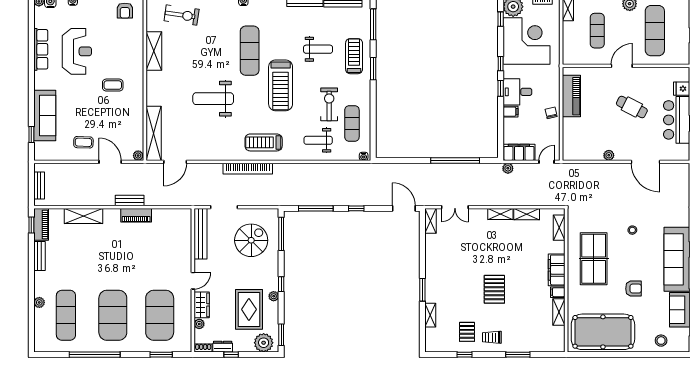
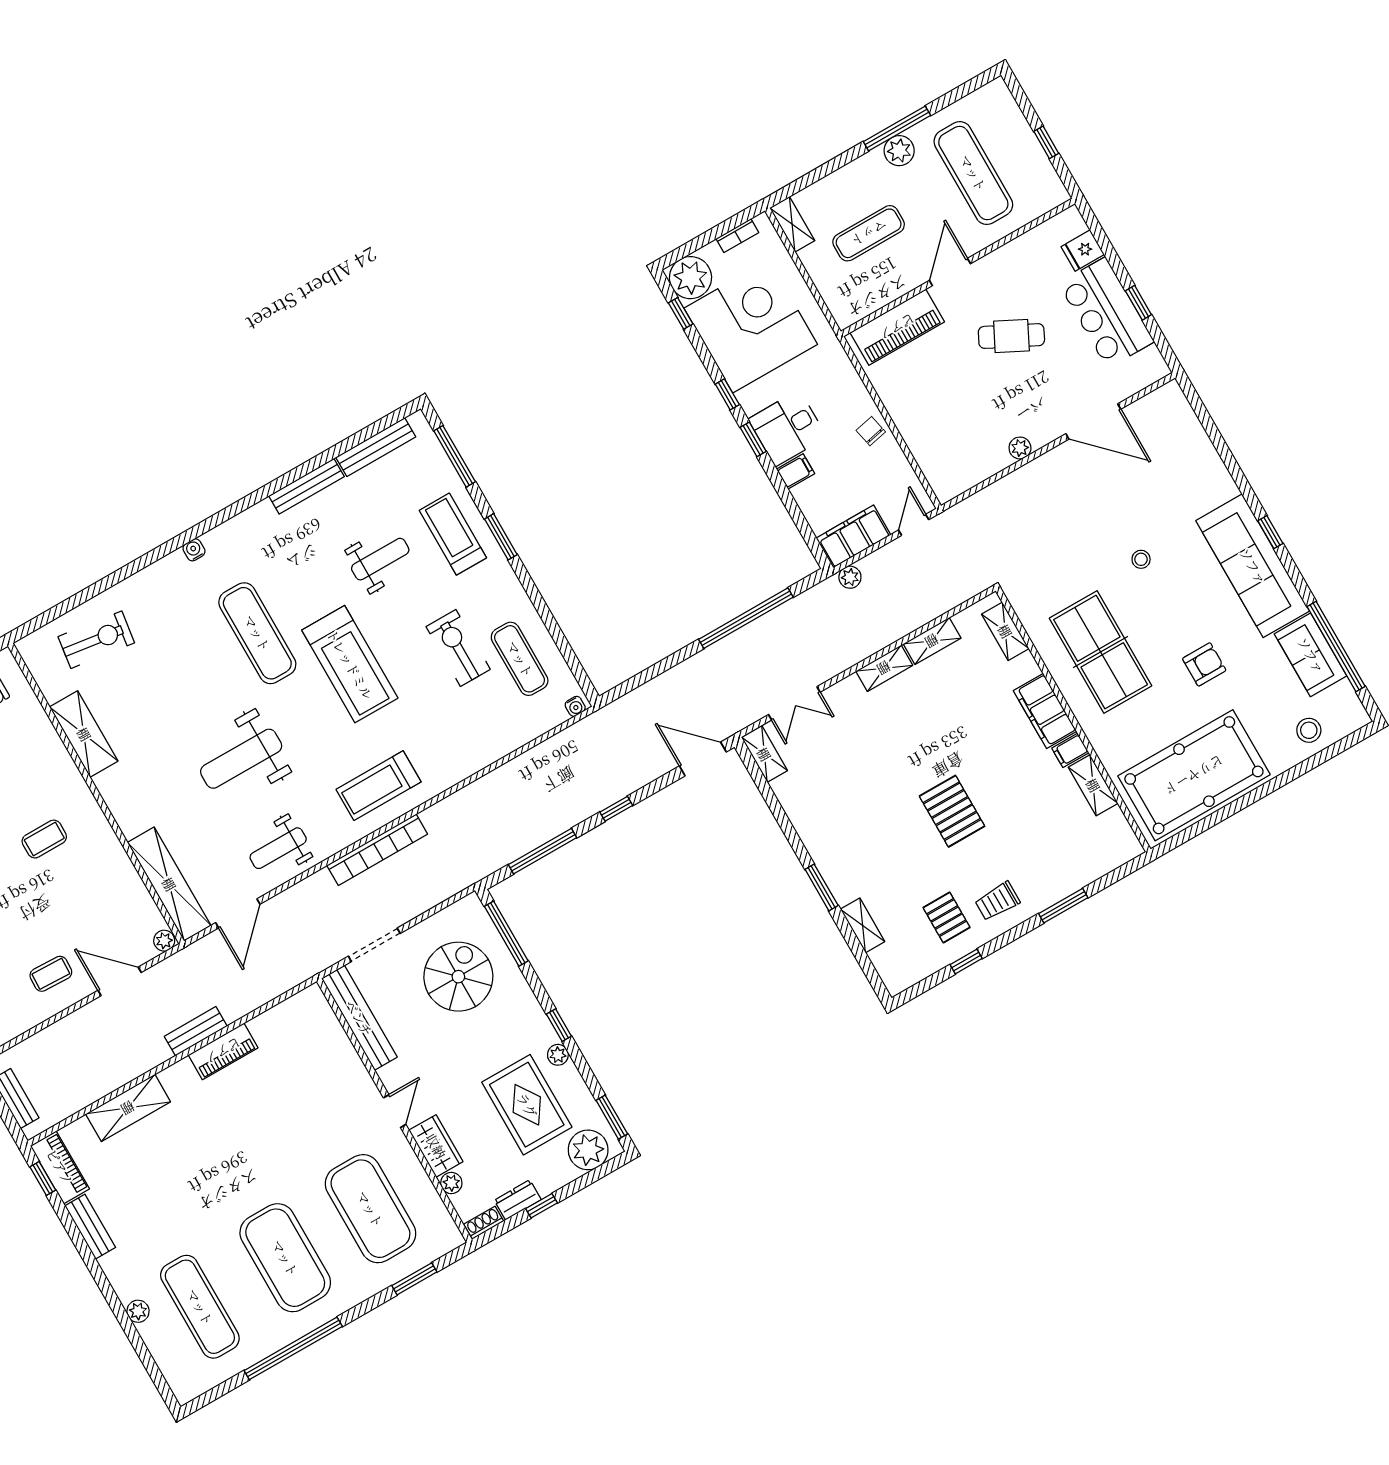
exercise mat: (597, 31) -> (869, 233), turned 90
piano: (571, 96) -> (897, 327), moved, turned 90
weight bench: (318, 140) -> (278, 848), moved

